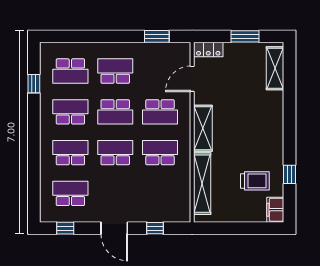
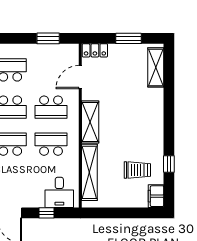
desk: (169, 206) -> (59, 192), added

